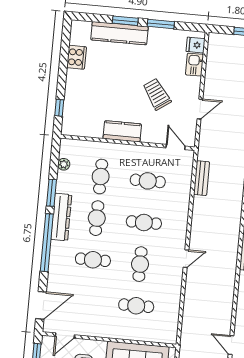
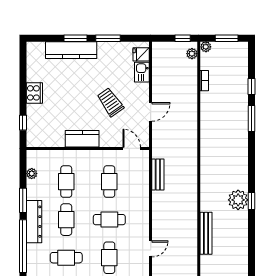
cooker: (77, 57) -> (34, 93), moved
cafe table: (148, 181) -> (109, 182), turned 90

